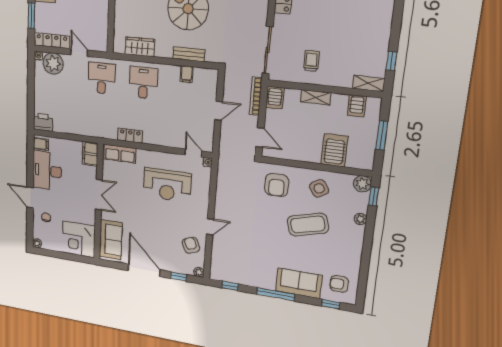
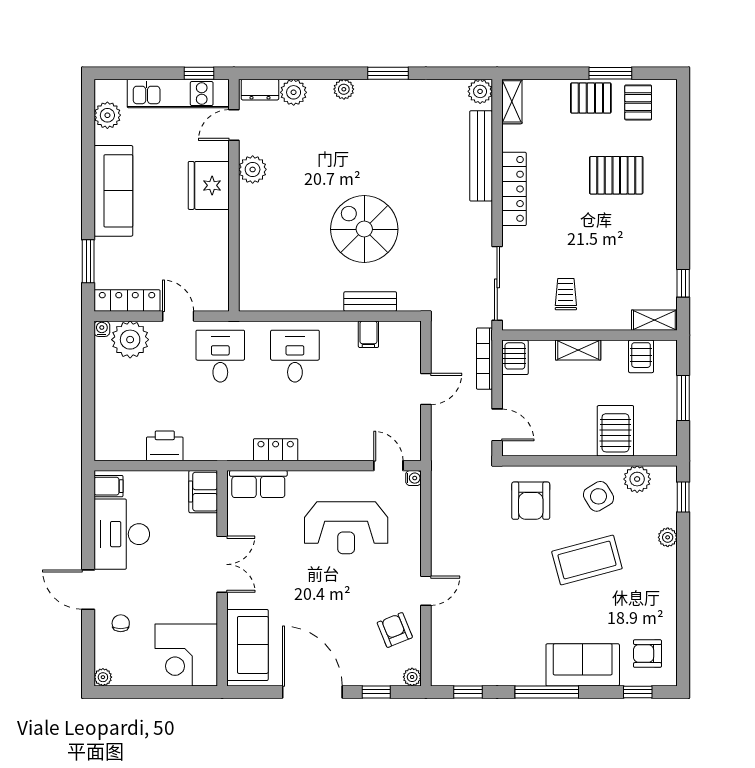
wardrobe: (140, 47) -> (286, 297), removed
printer: (43, 122) -> (165, 446), moved
plant: (362, 184) -> (637, 479), moved

